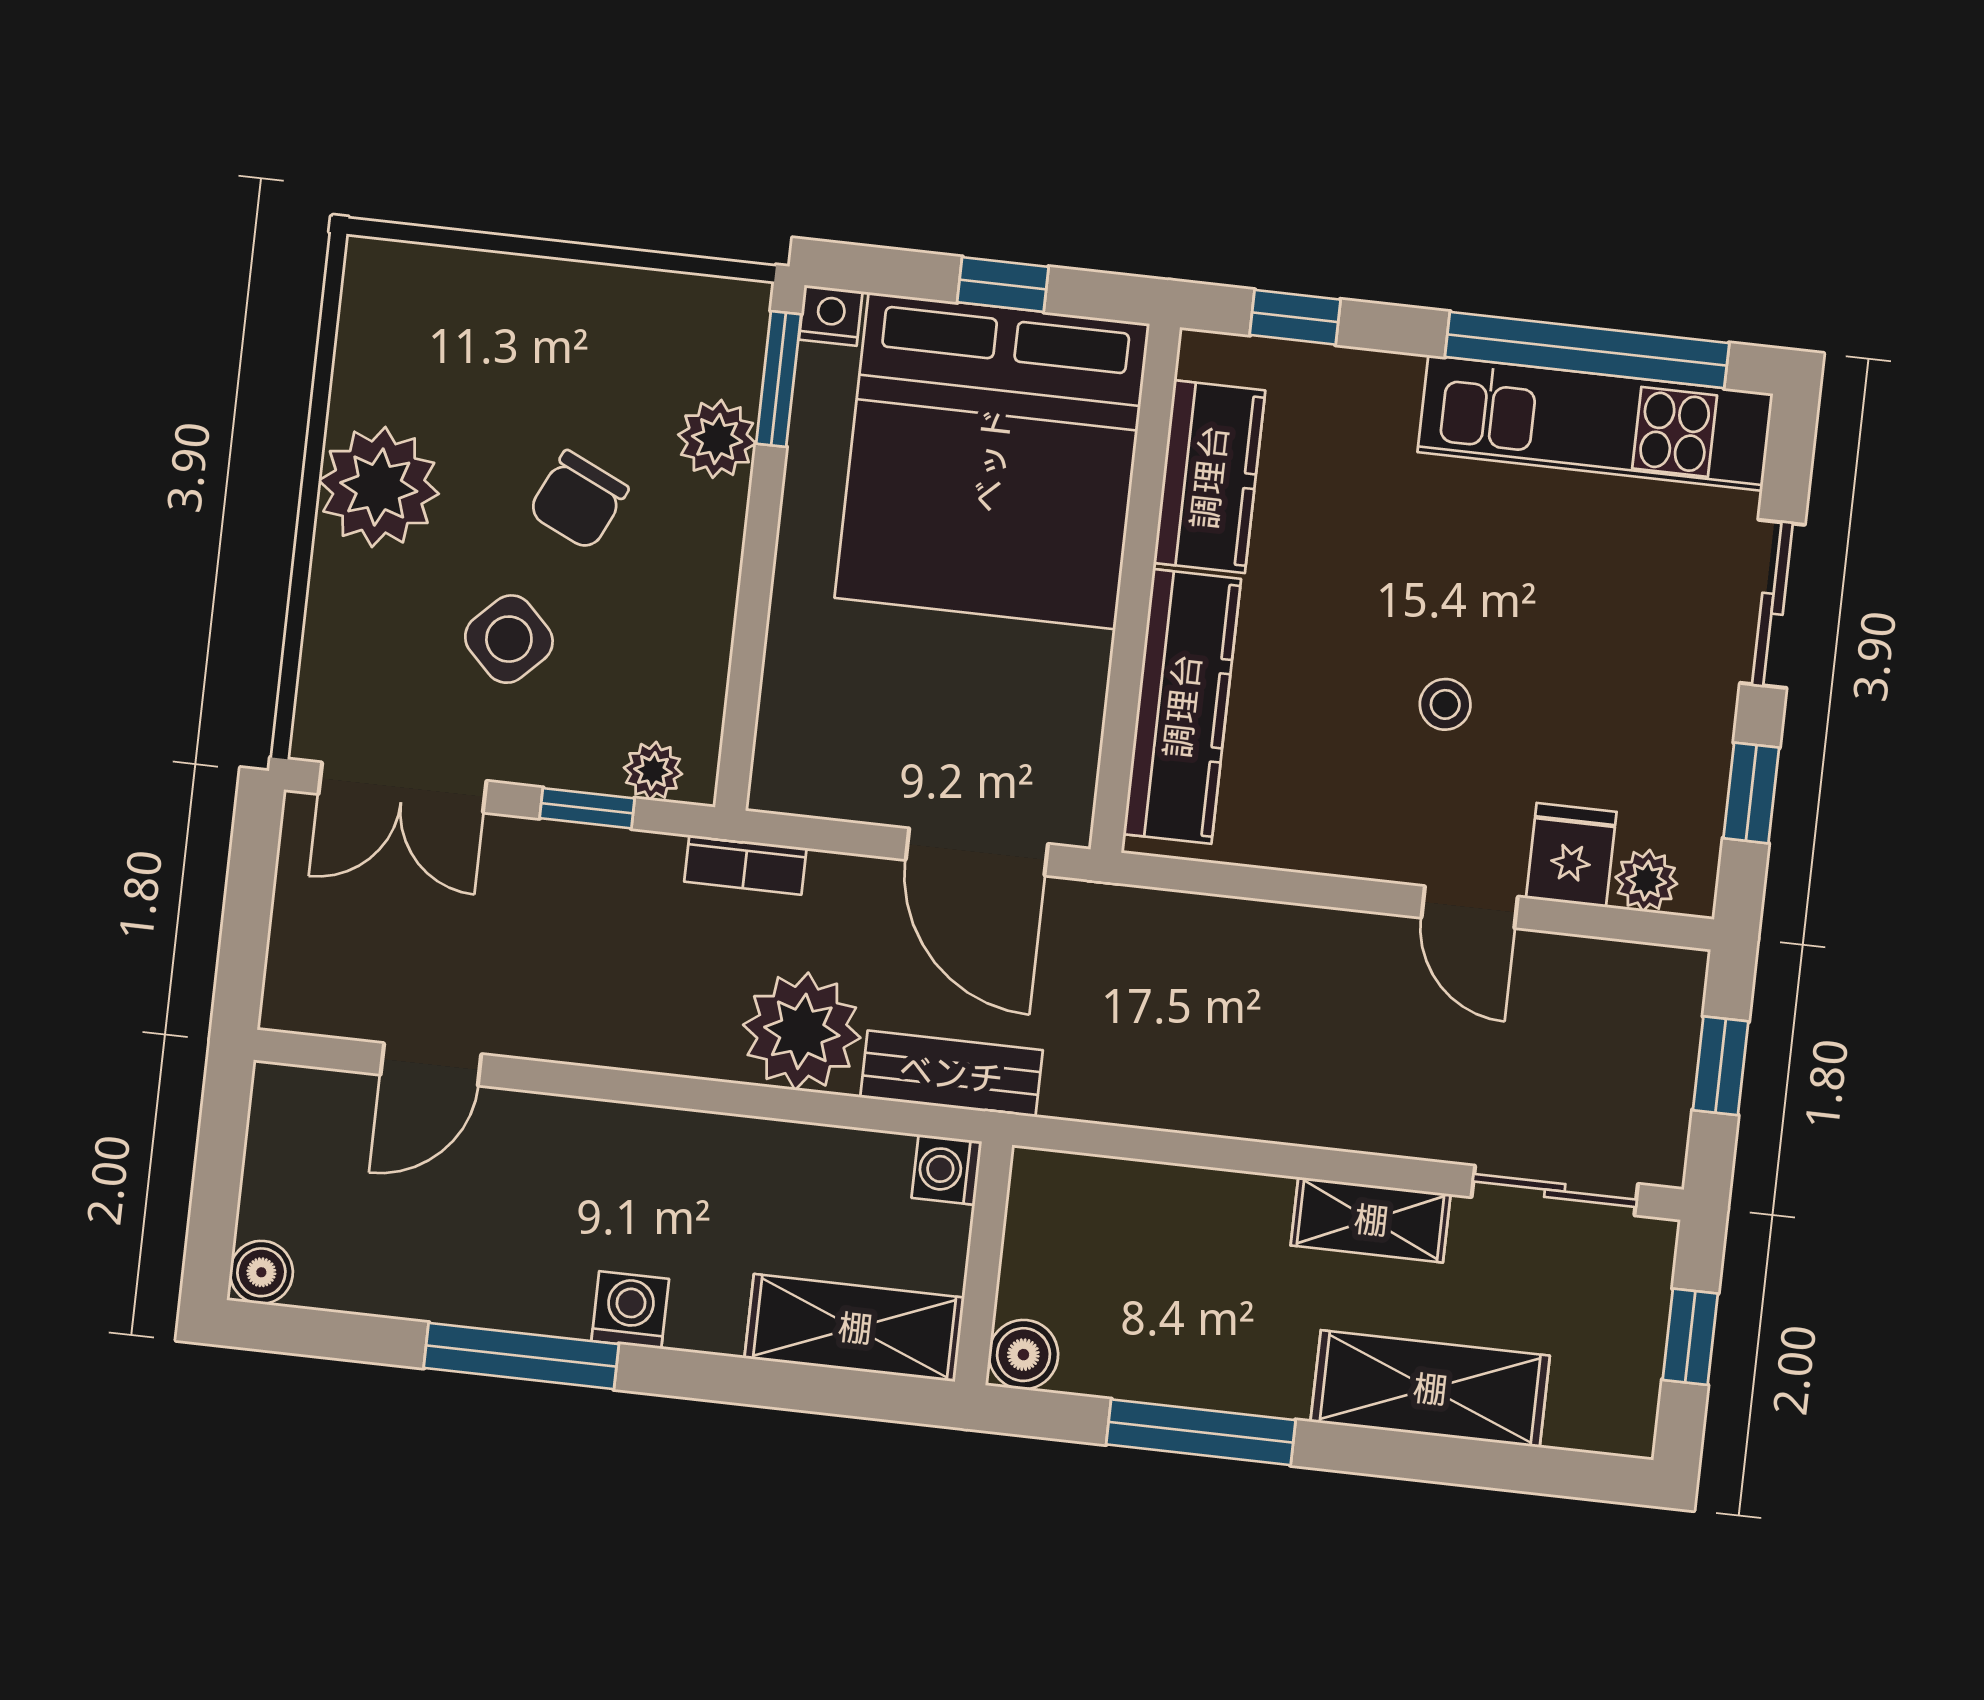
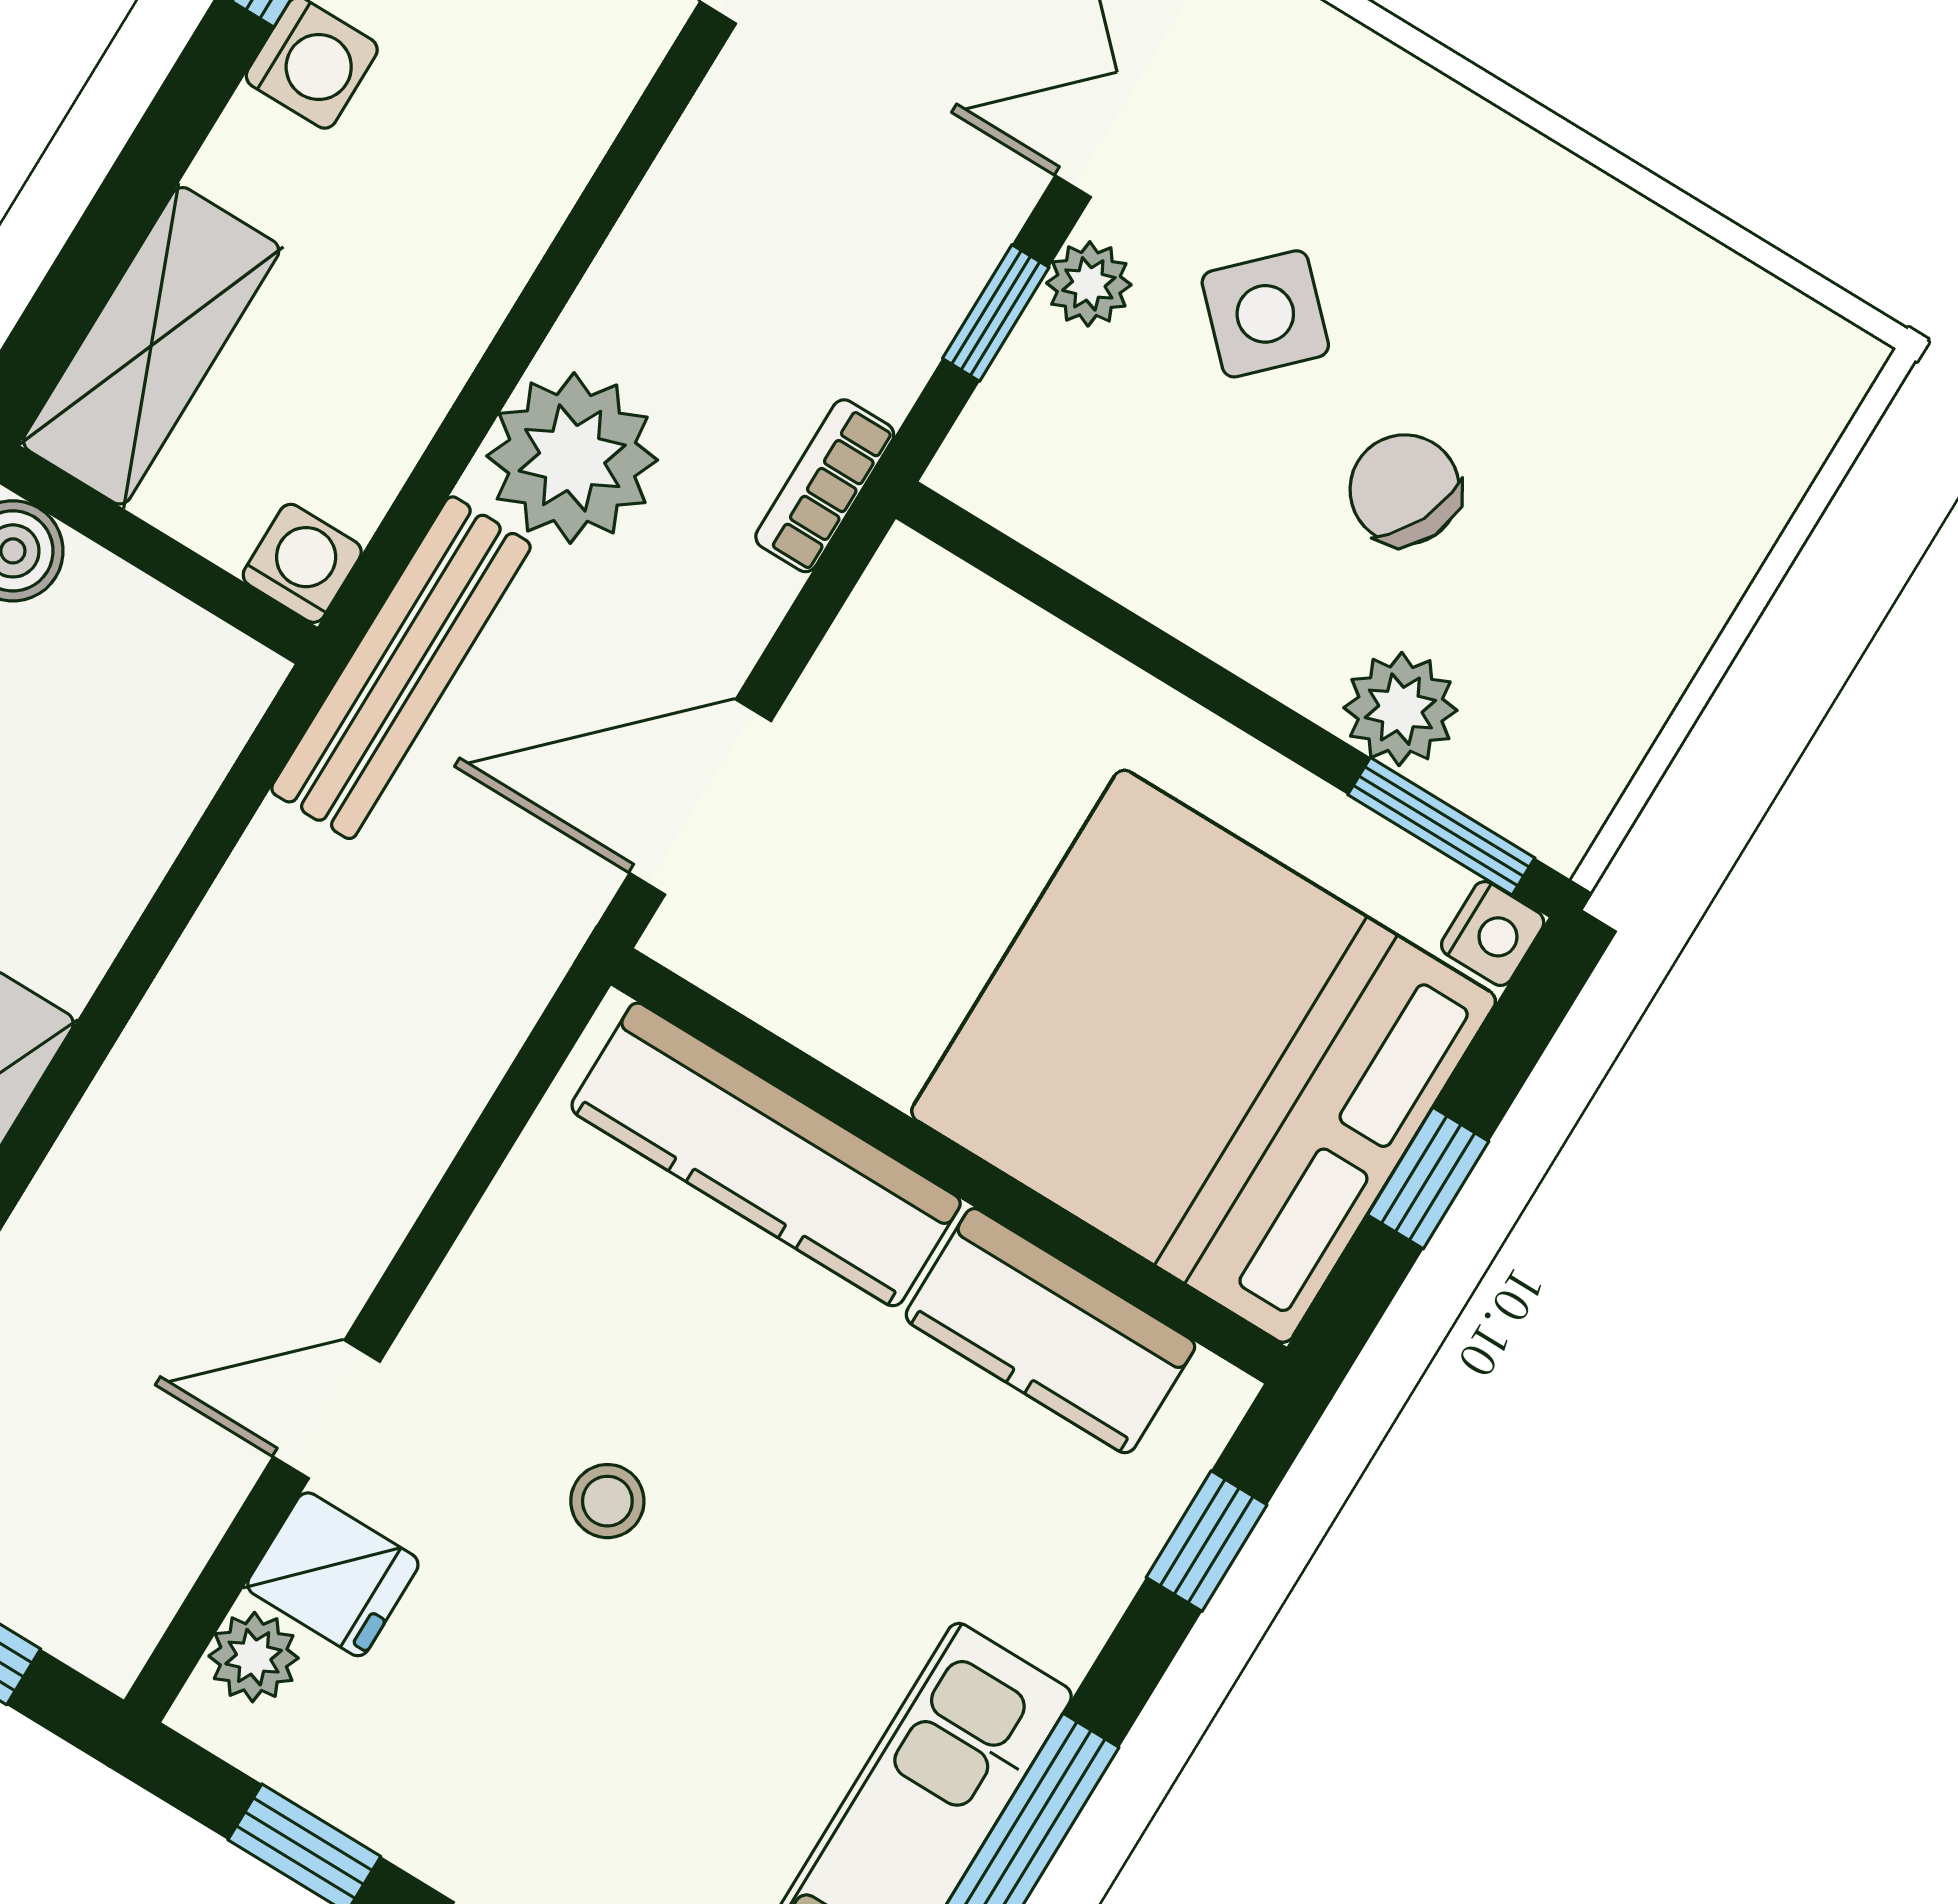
plant: (379, 487) -> (1544, 236), removed
plant: (653, 771) -> (1089, 284), moved
bench: (951, 1074) -> (401, 668), width x1.36

